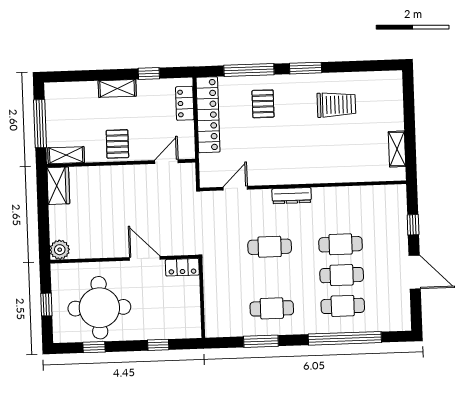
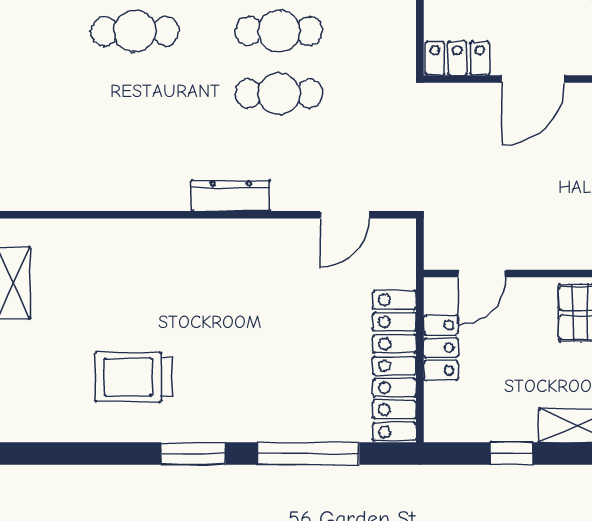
locker: (185, 103) -> (441, 348), moved
pallet: (263, 104) -> (282, 384), removed
cafe table: (341, 244) -> (279, 31), moved
door: (145, 258) -> (533, 79), hinge flipped

